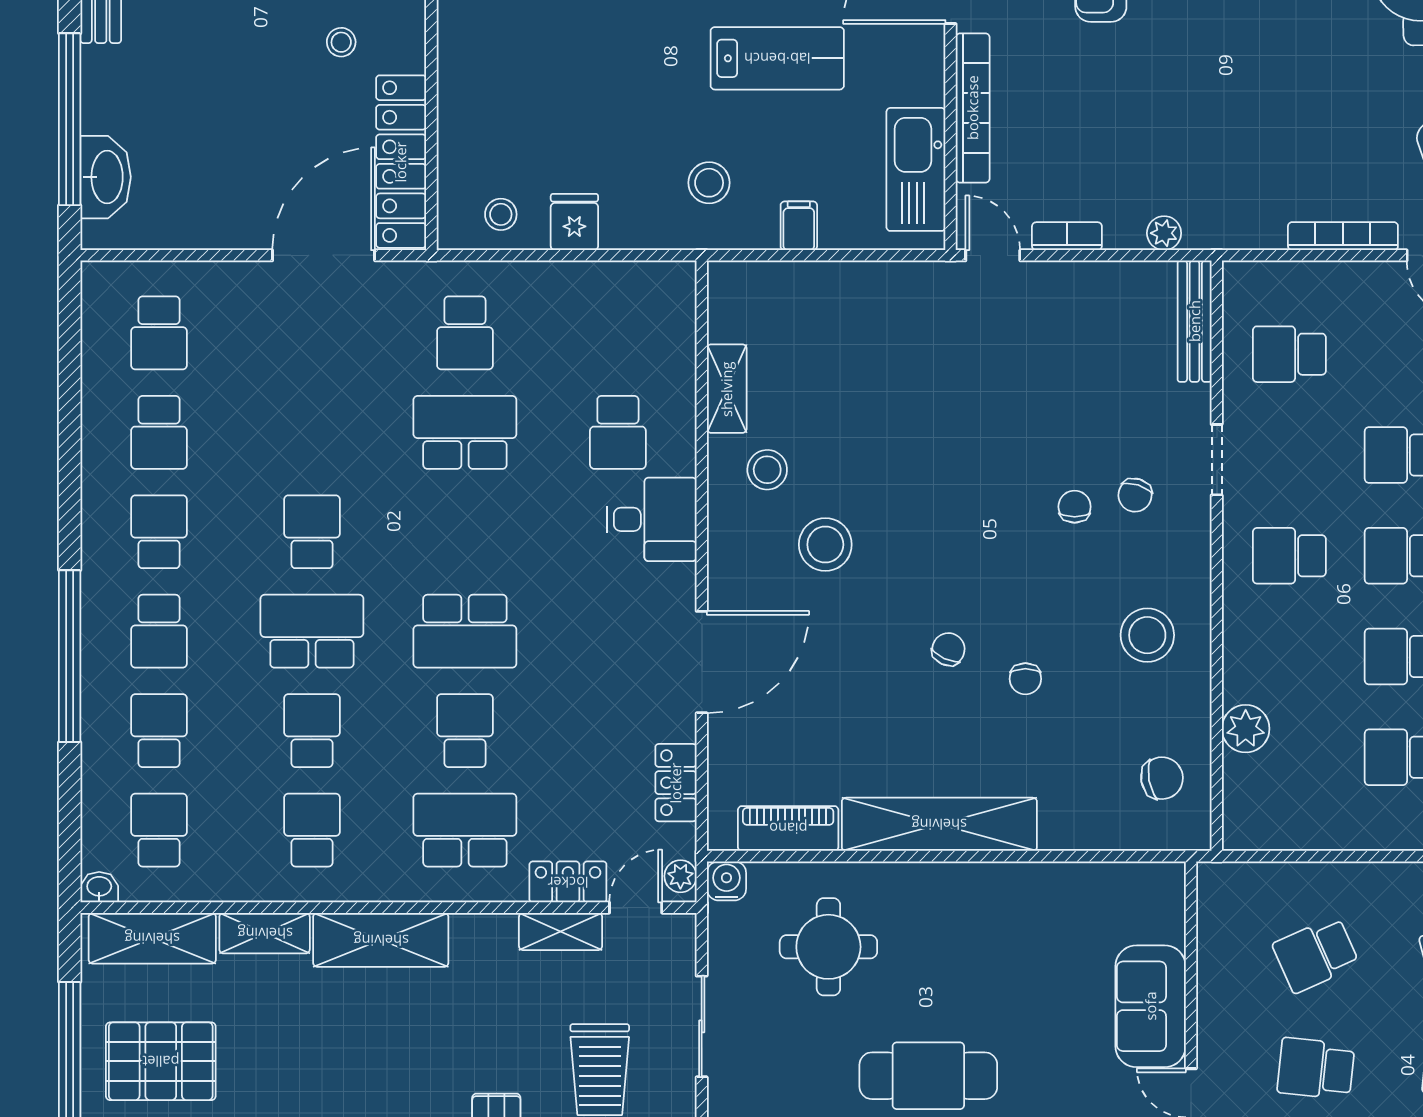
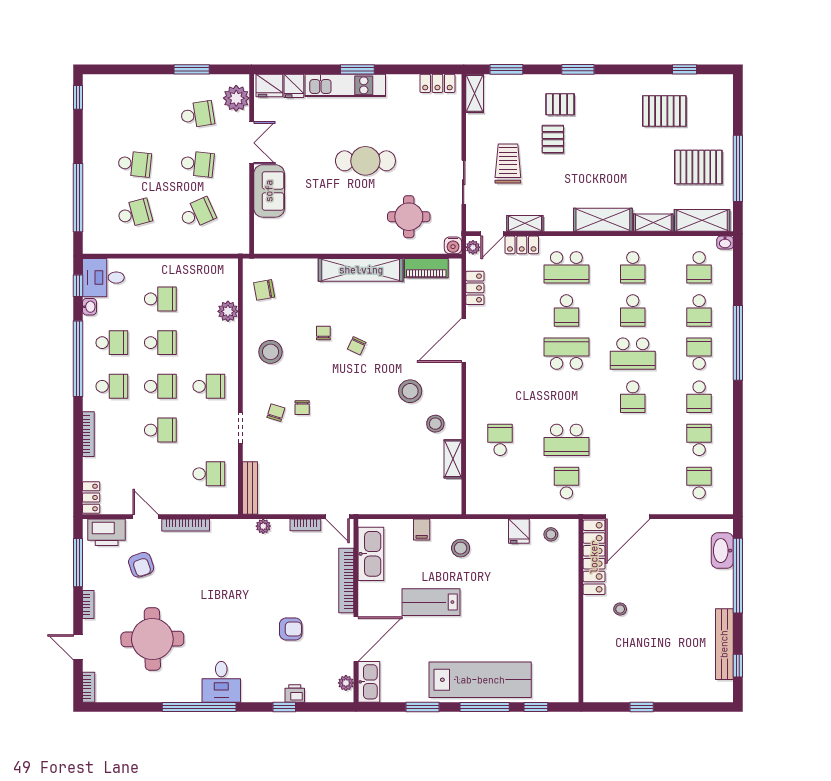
desk: (652, 519) -> (485, 402), removed

